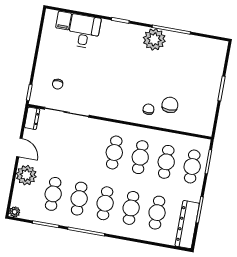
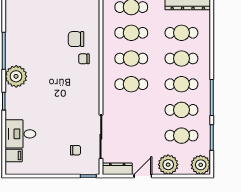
plant: (154, 39) -> (16, 76), moved
dresser: (32, 118) -> (117, 169), width x1.44
plant: (15, 212) -> (201, 165), width x1.87, depth x1.87

